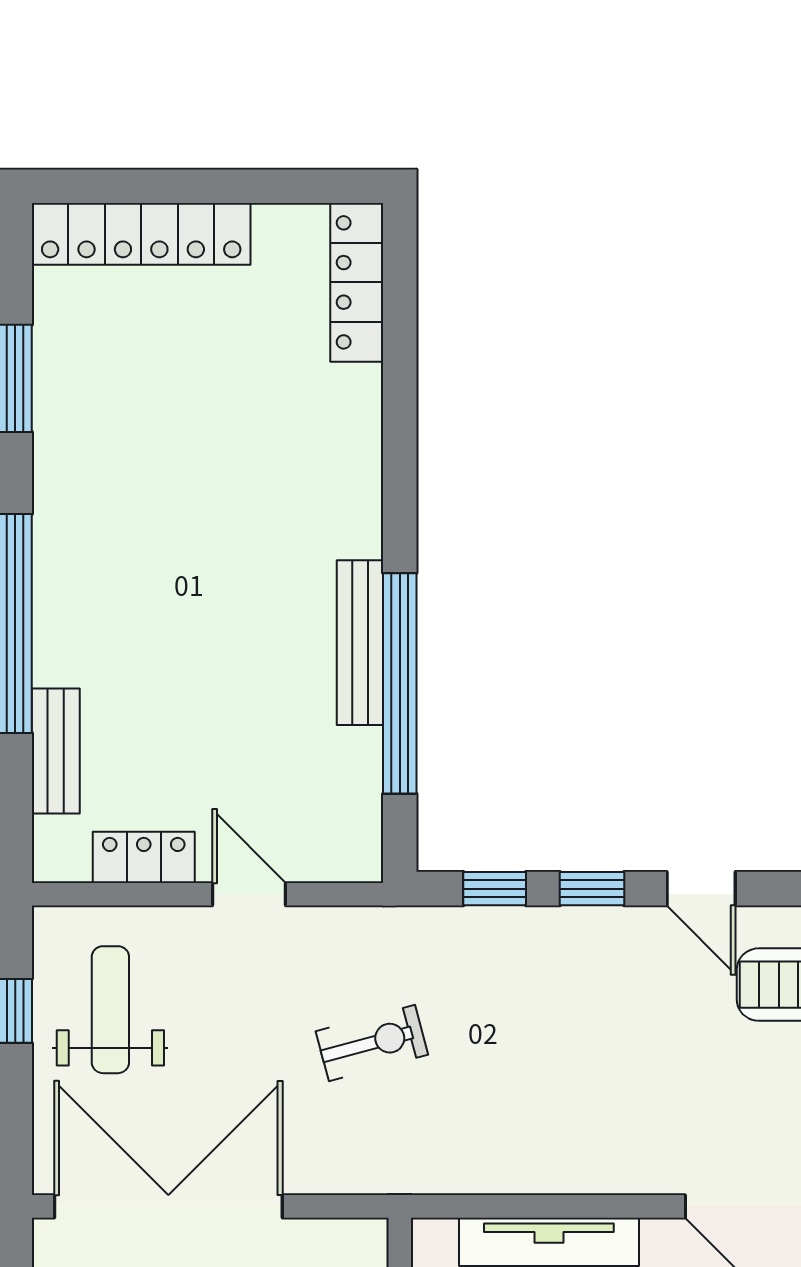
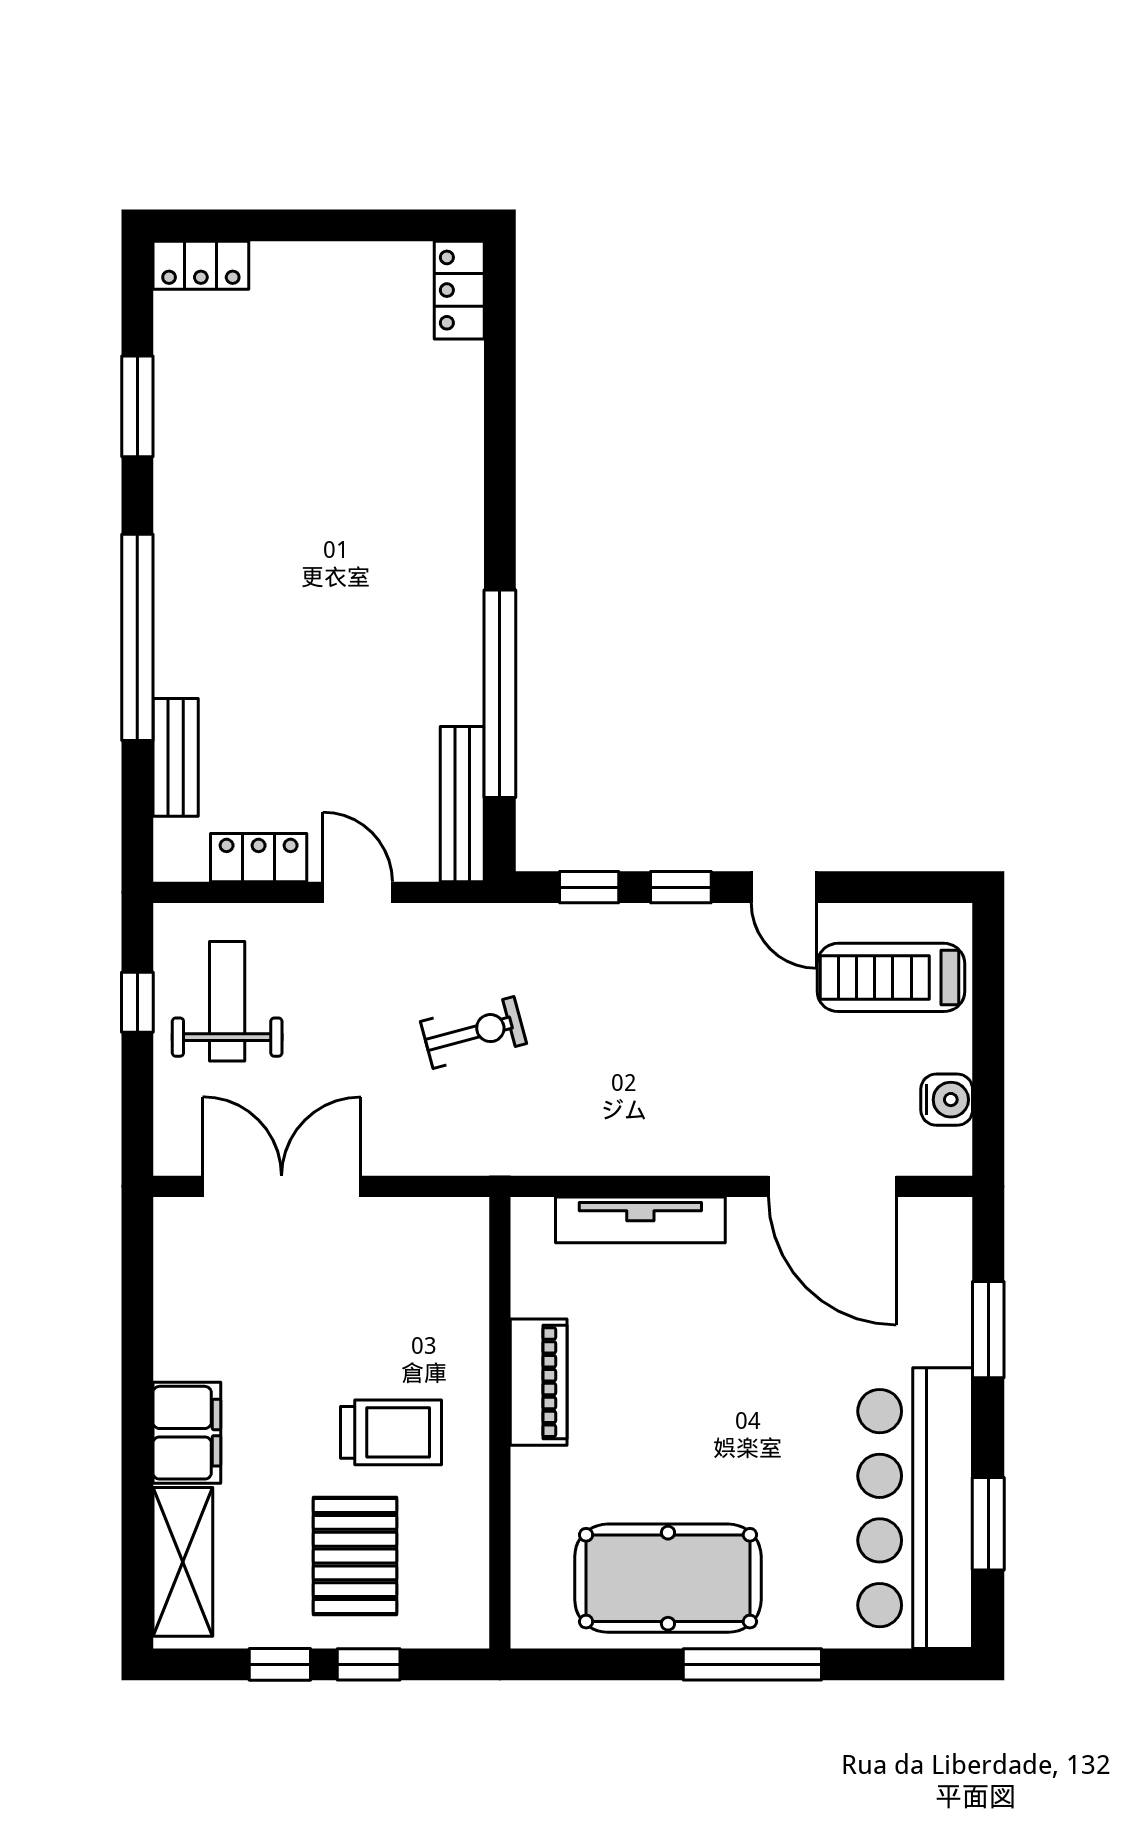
locker: (141, 234) -> (201, 265), width x0.46, depth x0.83
locker: (357, 282) -> (459, 290), width x0.66
bench: (360, 643) -> (462, 804), moved
double door: (168, 1206) -> (282, 1186), width x0.73

